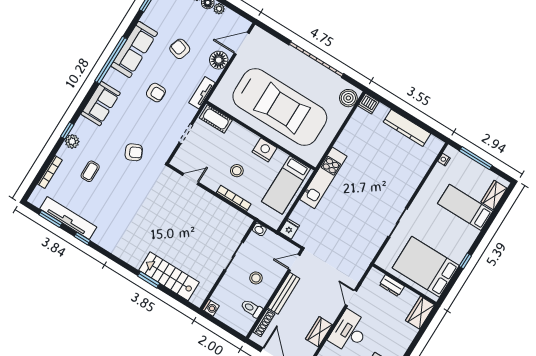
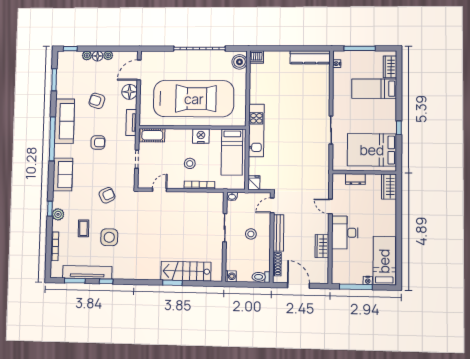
kitchen counter: (407, 128) -> (310, 57), moved
side table: (111, 196) -> (109, 237), added
toilet: (252, 308) -> (261, 277), moved

